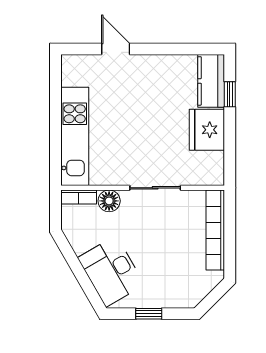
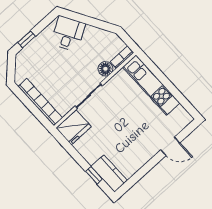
fridge: (207, 130) -> (74, 127), moved, turned 90
desk: (111, 271) -> (68, 34), width x0.73
window: (149, 314) -> (27, 39), moved

